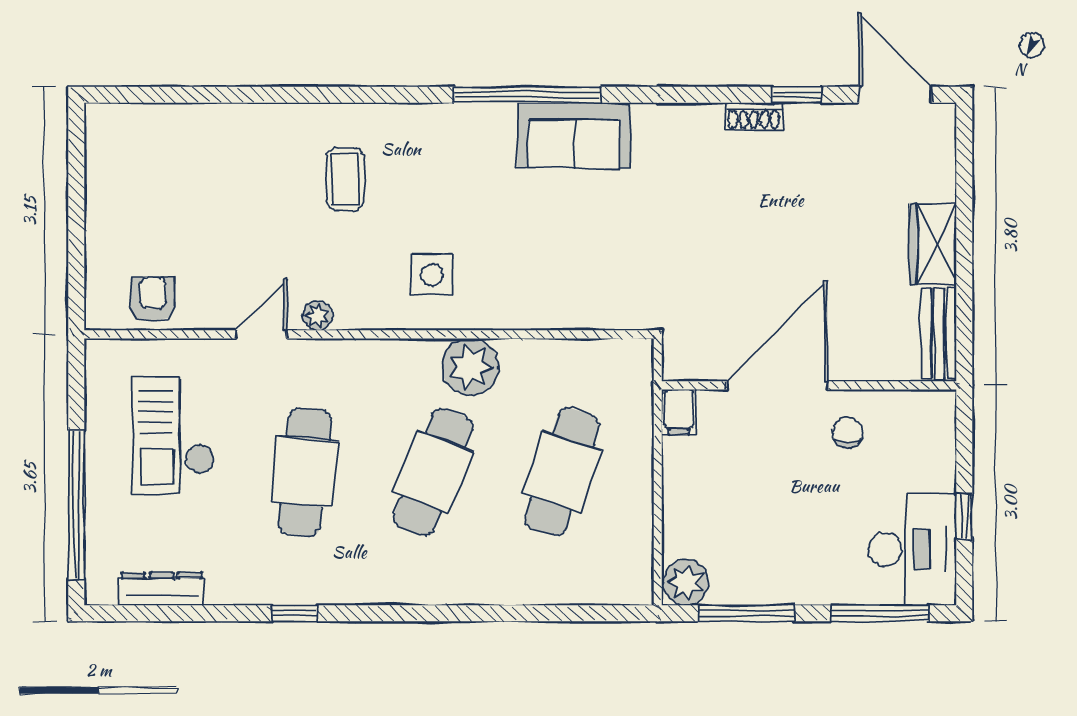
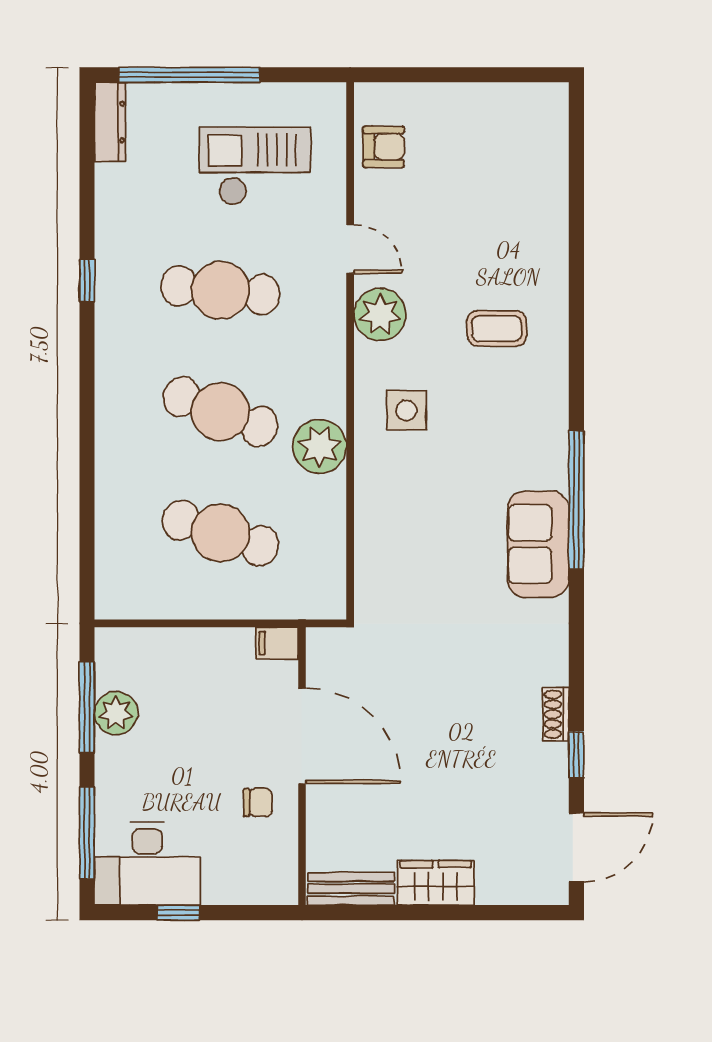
plant: (317, 316) -> (380, 315), width x1.87, depth x1.87
plant: (686, 582) -> (116, 713), moved
dresser: (162, 589) -> (110, 122), moved

